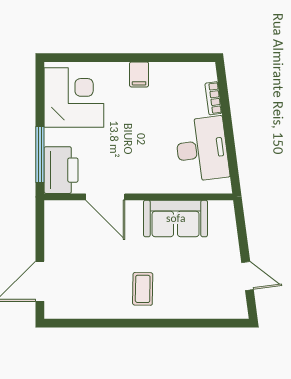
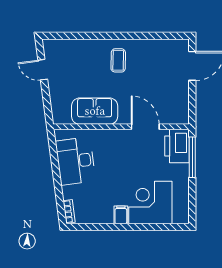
corner desk: (74, 98) -> (150, 202), moved, turned 90
bookcase: (213, 98) -> (69, 211), moved

